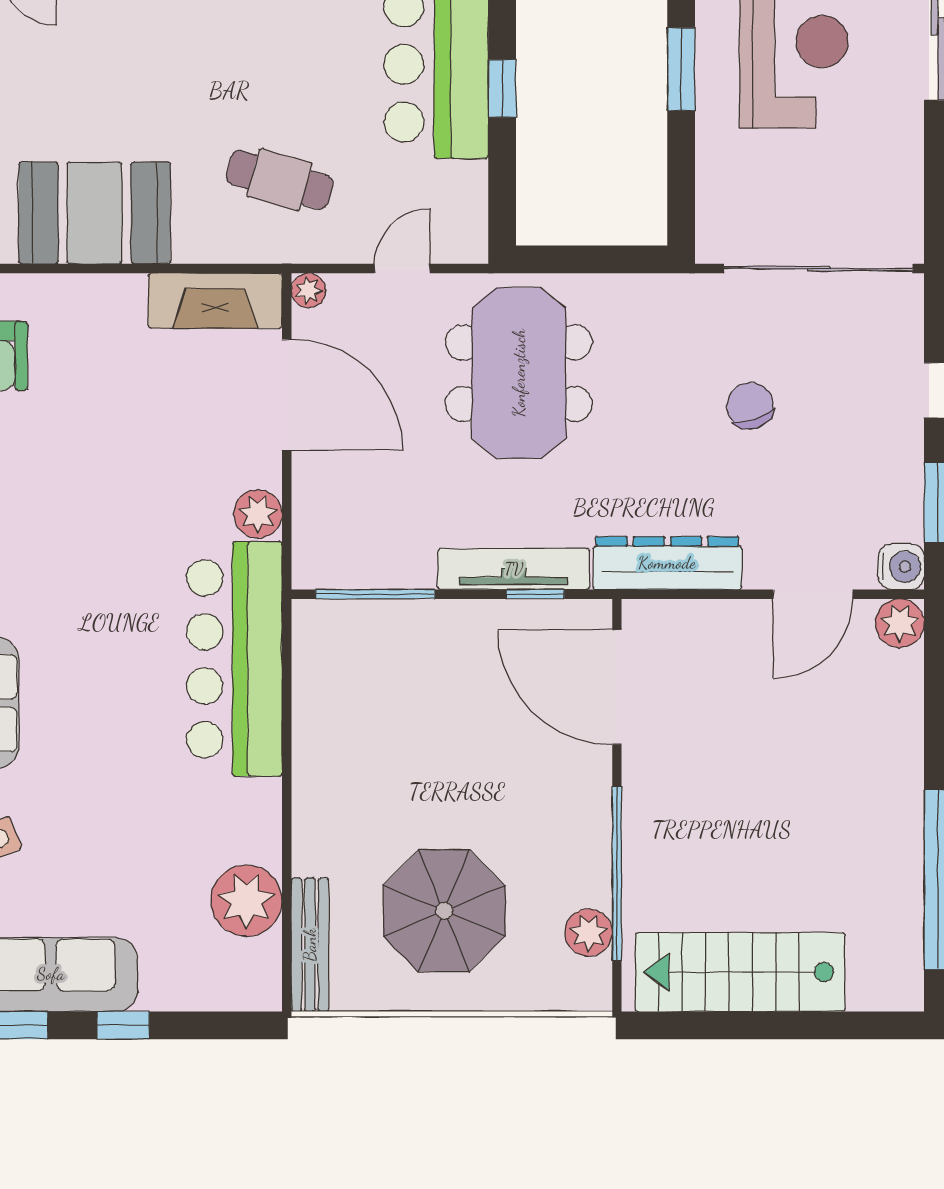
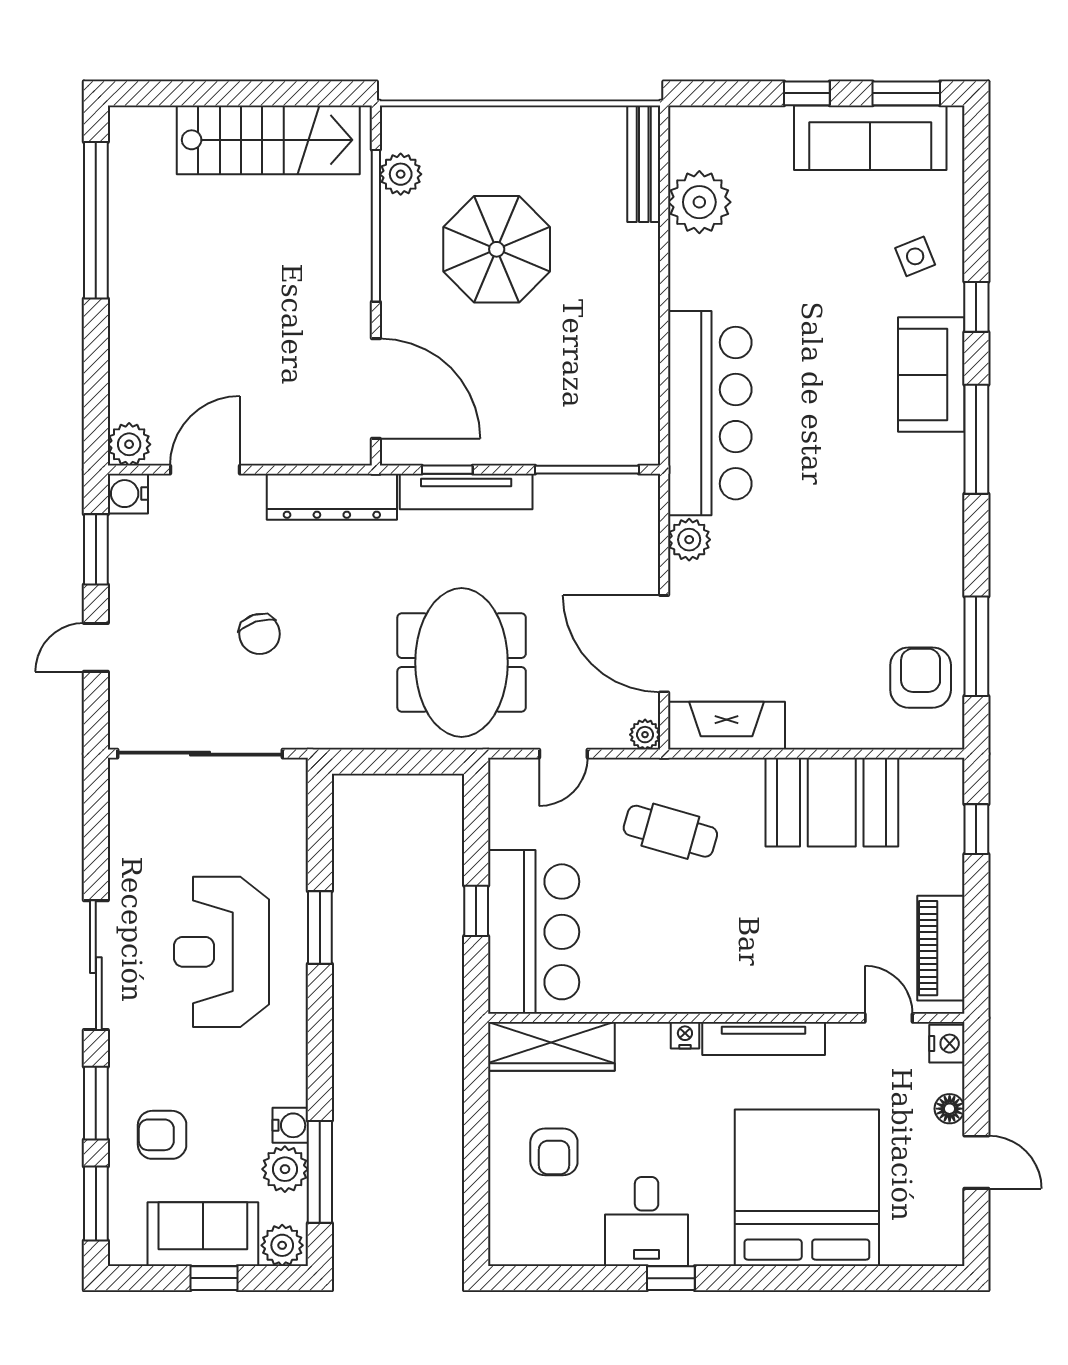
parasol: (444, 911) -> (497, 249), moved

